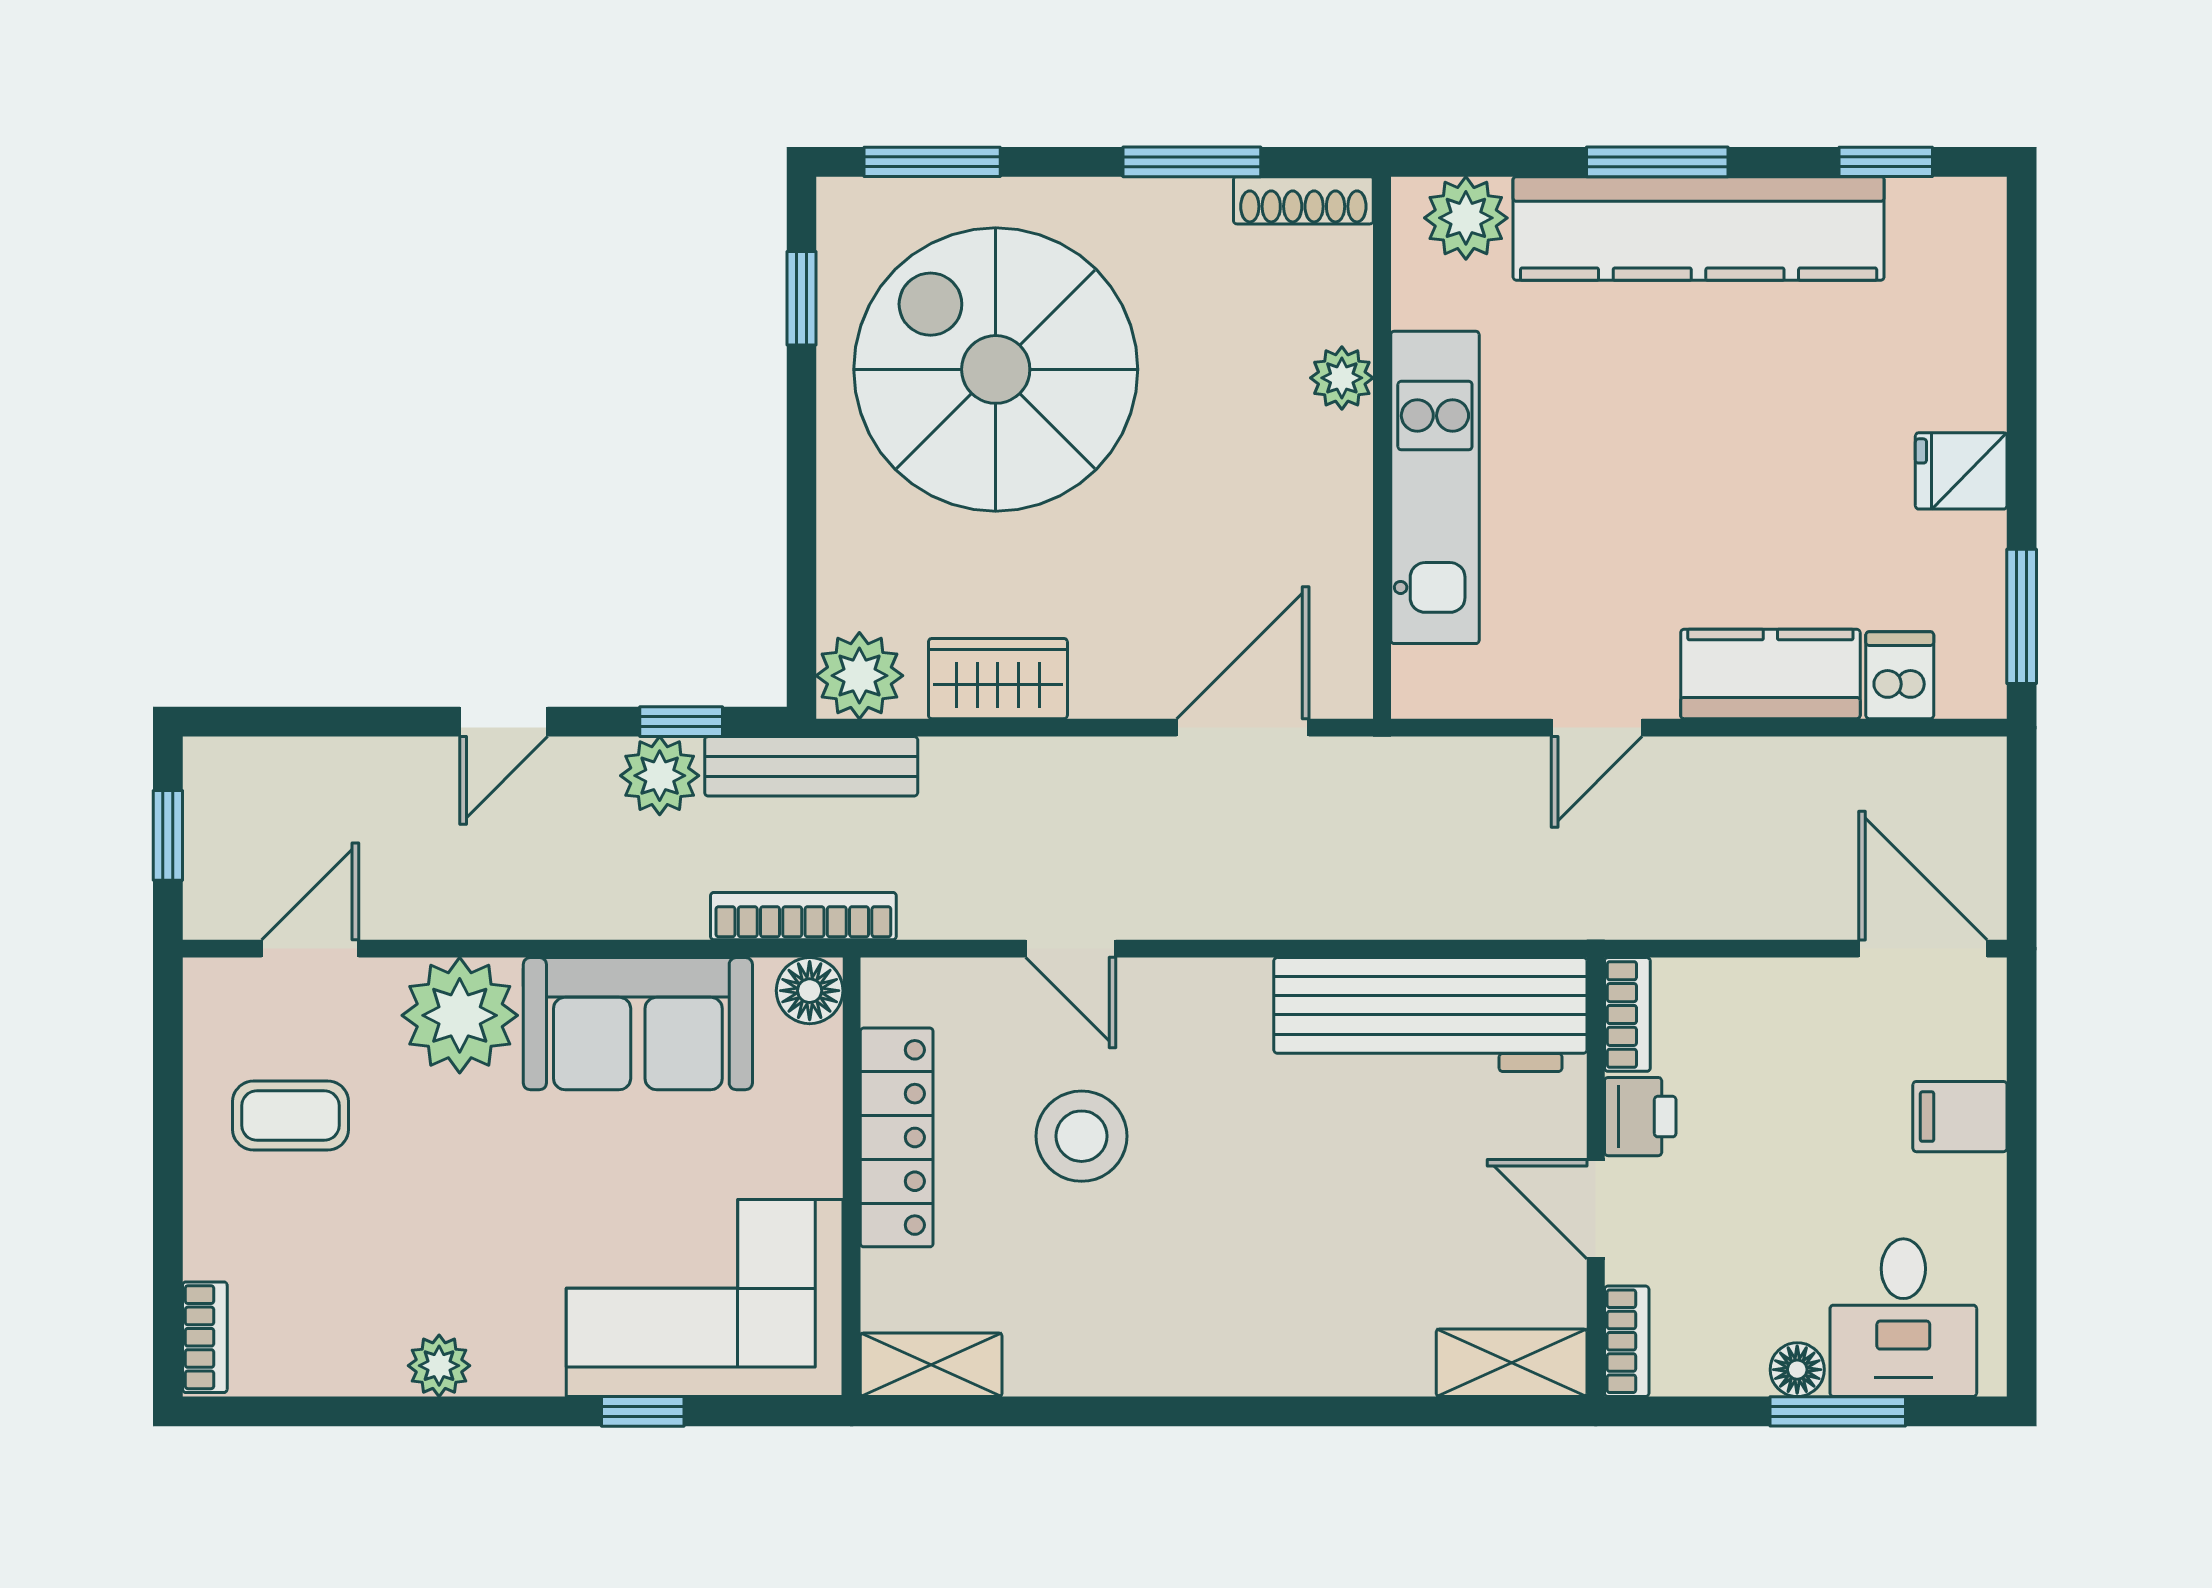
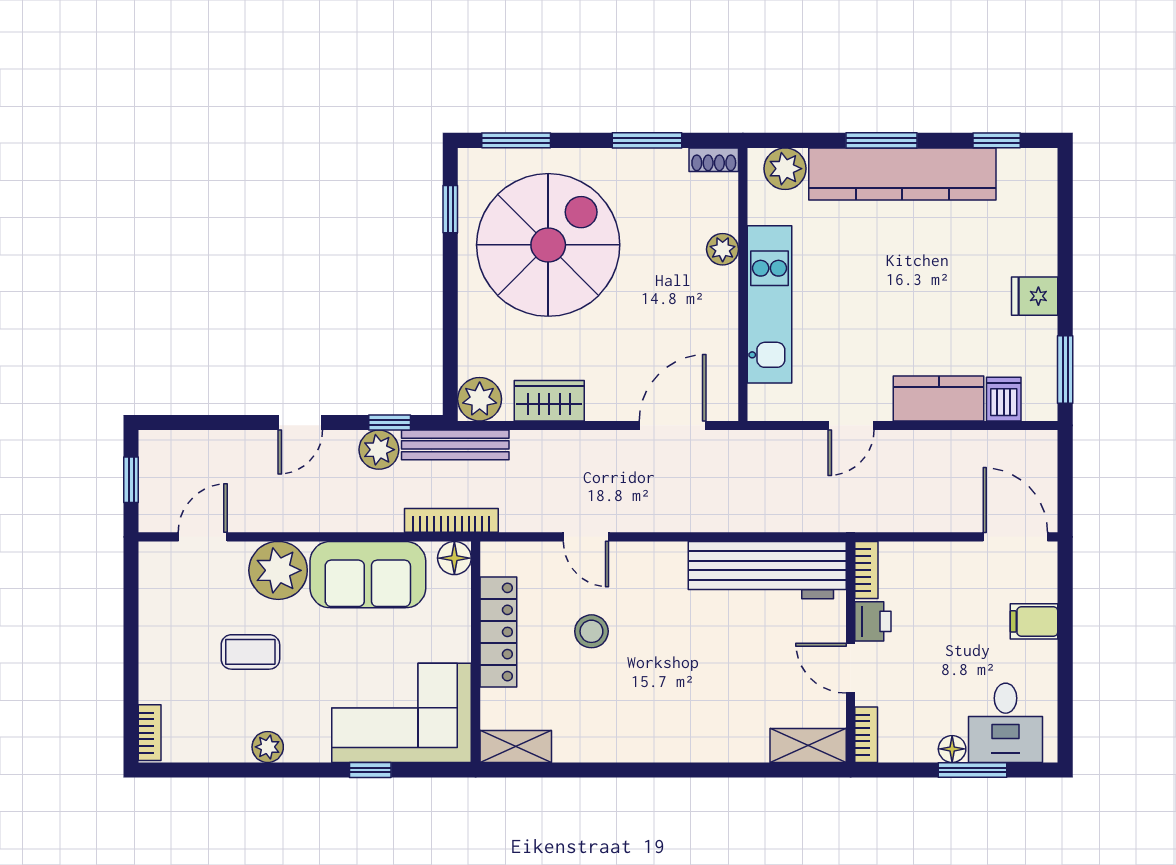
shoe rack: (1303, 200) -> (714, 160), width x0.70
spiral stairs: (996, 369) -> (548, 245), turned 90
coffee table: (291, 1116) -> (250, 652), moved
stool: (1082, 1136) -> (591, 631), width x0.73, depth x0.73

